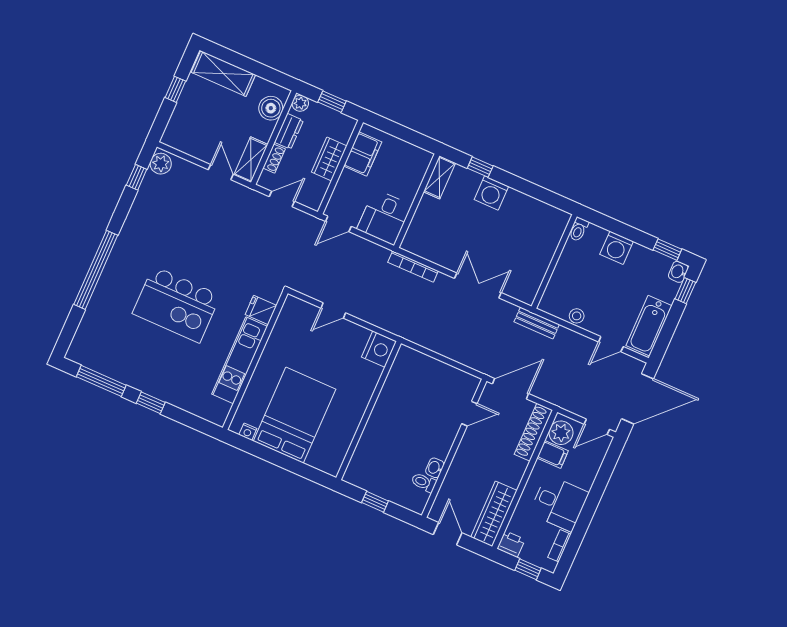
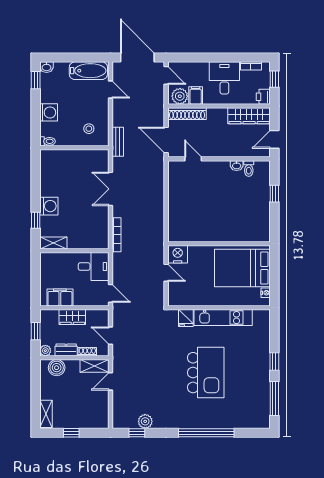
shelving: (223, 74) -> (46, 414), width x0.67, depth x0.75
plant: (161, 164) -> (145, 421), moved
window: (685, 291) -> (56, 58), removed
stool: (577, 316) -> (89, 129), moved
nightstand: (379, 349) -> (178, 254), moved
wall: (369, 411) -> (219, 244), moved

